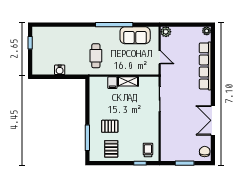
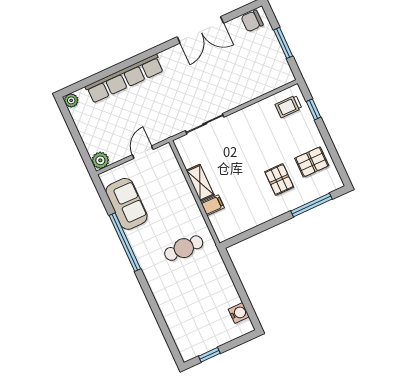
water cooler: (60, 70) -> (239, 313), moved

